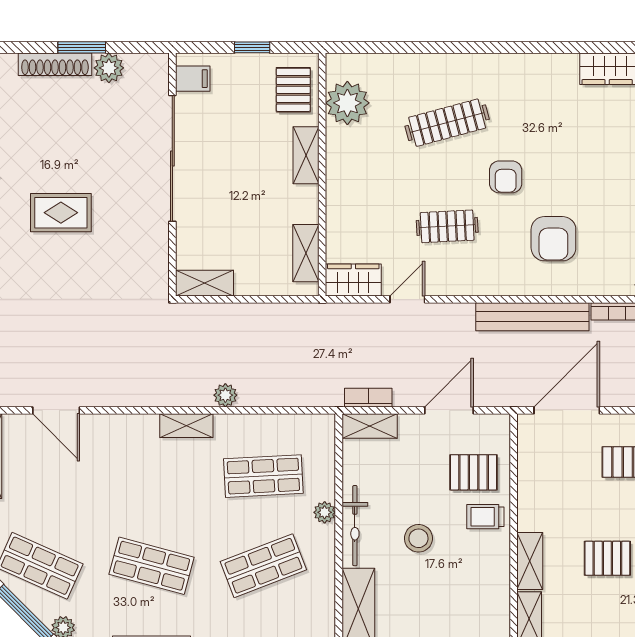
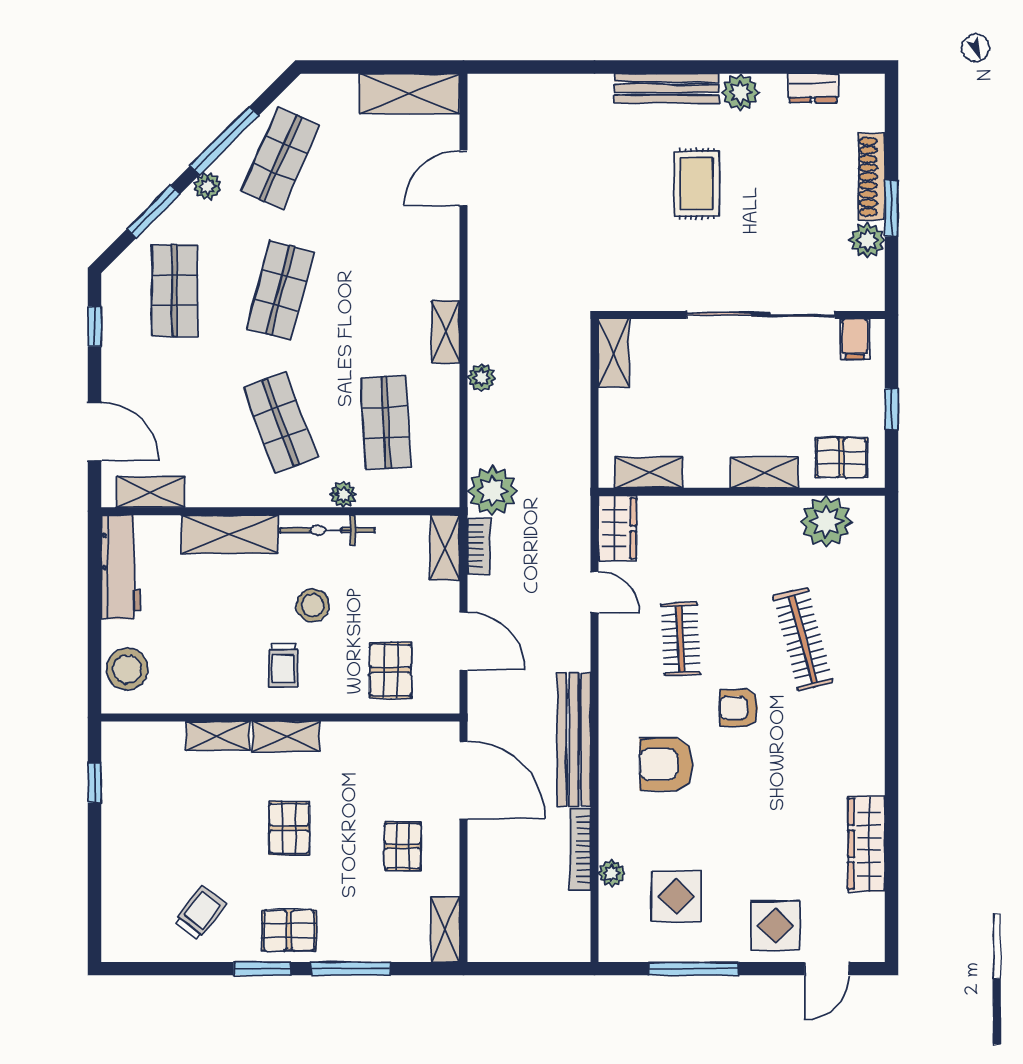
plant: (321, 386) -> (492, 491), added
trolley: (485, 517) -> (283, 665), moved, turned 180

